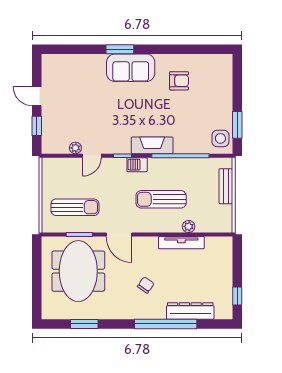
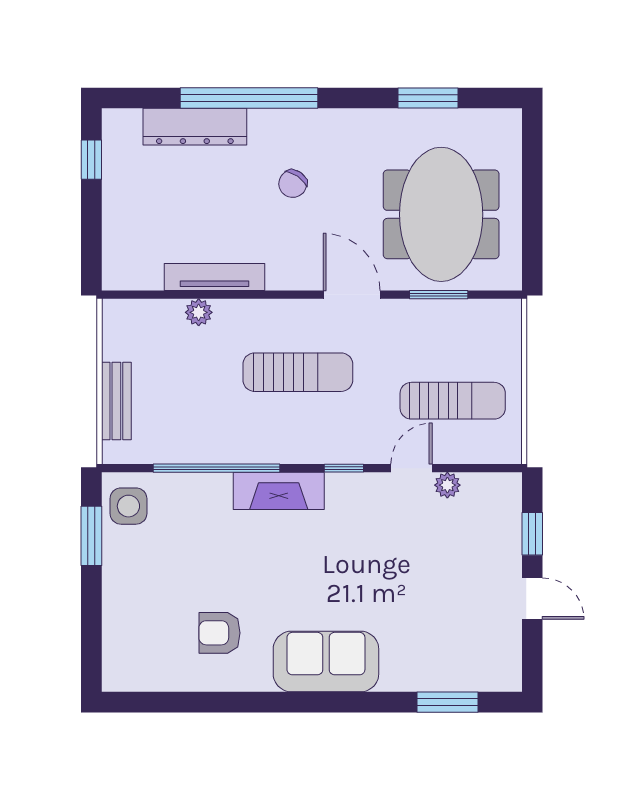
window: (120, 49) -> (447, 702), moved
barbecue: (137, 165) -> (312, 448), removed
sun lounger: (161, 199) -> (298, 372), moved
sun lounger: (75, 207) -> (453, 401), moved, turned 180

